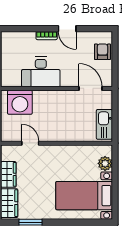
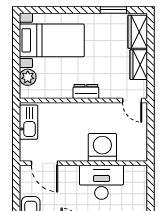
washing machine: (20, 102) -> (102, 147), moved
door: (30, 143) -> (132, 101), moved
dresser: (54, 151) -> (86, 91), added

